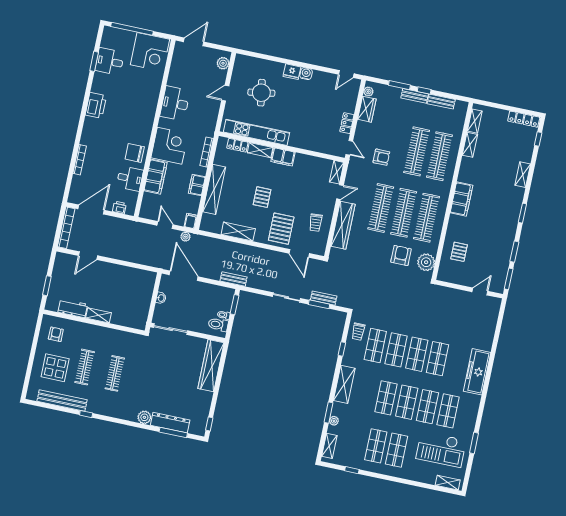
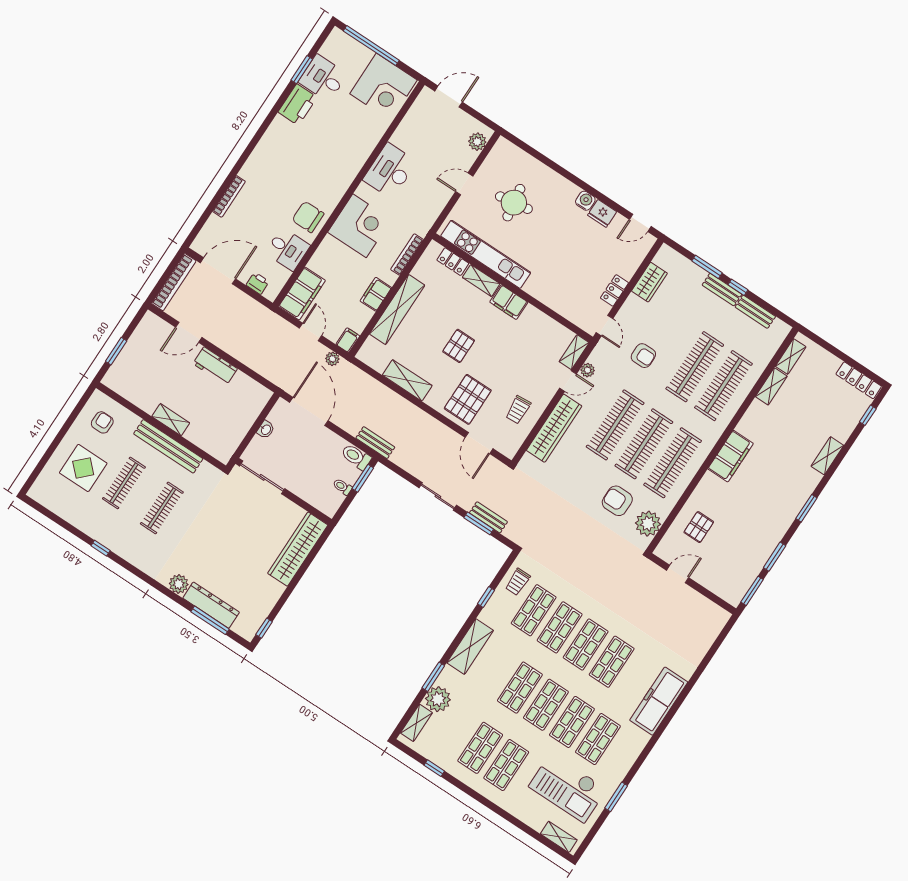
fridge: (292, 72) -> (602, 213), moved
plant: (368, 91) -> (588, 370), moved
printer: (96, 105) -> (298, 105), moved
filing cabinet: (156, 177) -> (302, 294), moved
armchair: (401, 255) -> (617, 501), turned -90
door: (480, 291) -> (678, 574), moved
workbench: (73, 308) -> (215, 366), moved, turned 180
toilet: (218, 325) -> (356, 457), moved
bench: (62, 400) -> (168, 446), moved
plant: (334, 421) -> (438, 699), width x1.87, depth x1.87

